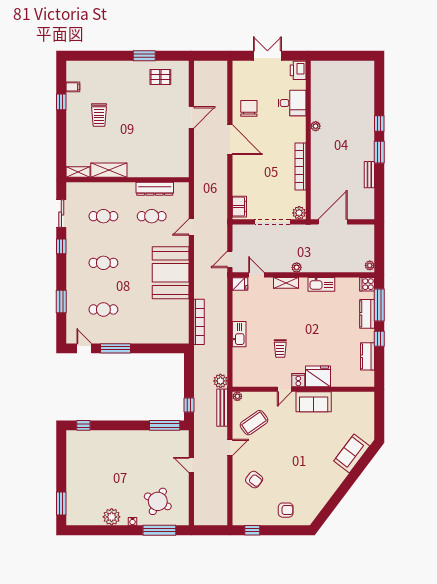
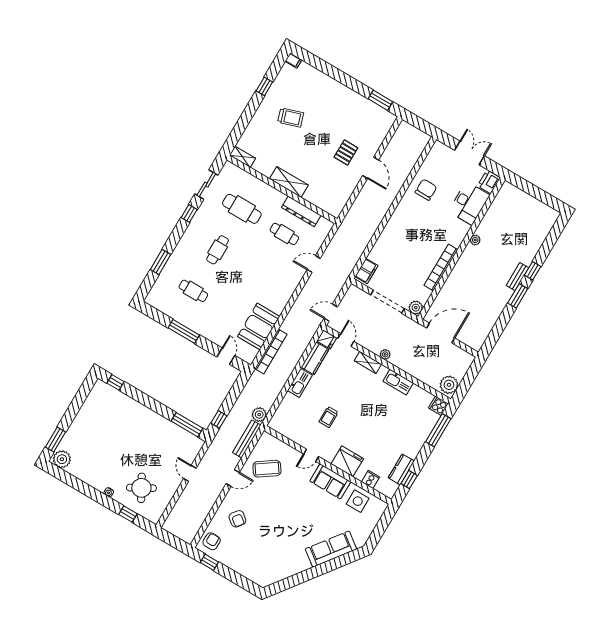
window: (144, 56) -> (380, 100), moved
pallet: (160, 77) -> (346, 152), moved, turned 90
filing cabinet: (73, 87) -> (293, 61), moved
desk: (292, 103) -> (469, 203), width x1.37
trolley: (99, 115) -> (291, 118), turned -108
door: (191, 117) -> (371, 168), hinge flipped
door: (230, 140) -> (393, 207), removed
shelving: (109, 170) -> (289, 182), moved
bench: (369, 175) -> (518, 277), moved
cafe table: (103, 216) -> (242, 209), width x1.37, depth x1.35
cafe table: (103, 263) -> (218, 250), turned 90
plant: (370, 265) -> (449, 385), width x1.88, depth x1.88
booth: (171, 273) -> (259, 326), moved, width x0.73, depth x0.70
kitchen counter: (367, 314) -> (315, 358), moved, turned 180
window: (379, 339) -> (409, 480), moved
door: (84, 348) -> (226, 356), moved
cooker: (298, 380) -> (371, 479), moved
plant: (237, 396) -> (266, 437), removed
side table: (347, 405) -> (358, 501), added
sofa: (352, 454) -> (331, 549), width x1.36
round table: (158, 501) -> (141, 488), turned 34
armchair: (286, 510) -> (212, 541), moved, turned -89
plant: (112, 517) -> (62, 459), moved
window: (159, 530) -> (128, 514), width x0.46

